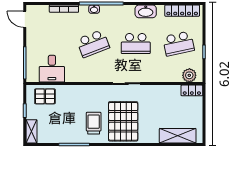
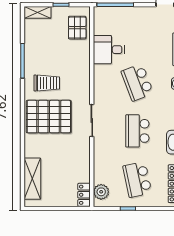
desk: (52, 69) -> (109, 50), moved

